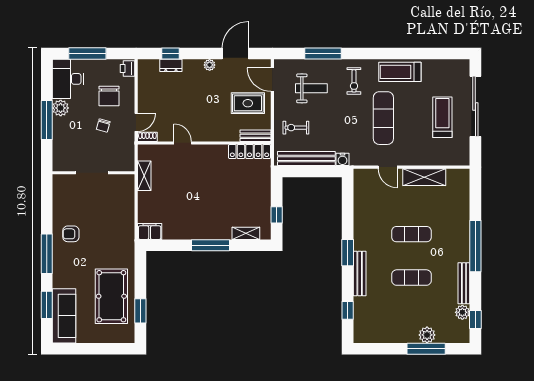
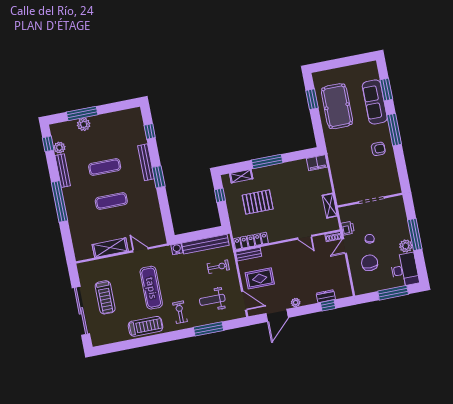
printer: (128, 68) -> (348, 228), moved
pallet: (232, 198) -> (258, 202), added
sofa: (64, 316) -> (375, 102), moved

